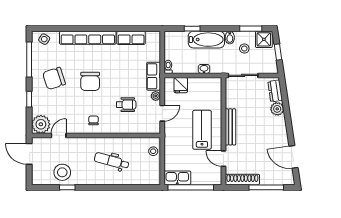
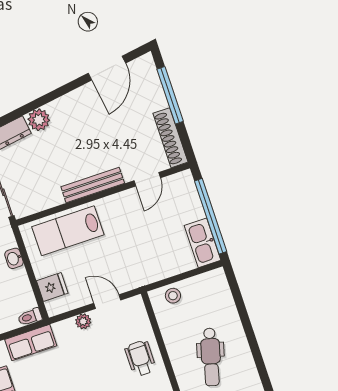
row of seats: (154, 76) -> (31, 343), moved
wheelchair: (126, 105) -> (140, 358), moved
lab bench: (202, 130) -> (68, 231), moved

